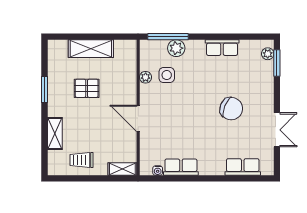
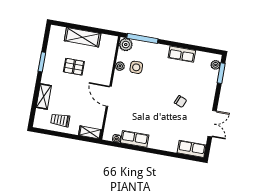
plant: (176, 48) -> (126, 45), moved
chair: (231, 109) -> (181, 101), width x0.54, depth x0.54
row of seats: (243, 167) -> (192, 149), moved

